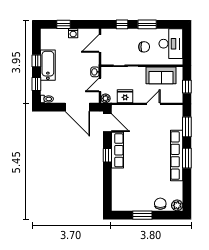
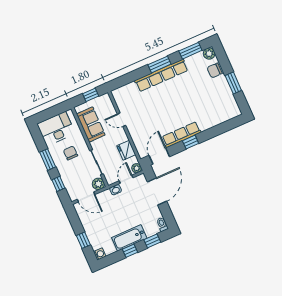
washing machine: (73, 33) -> (100, 254), moved
plant: (107, 59) -> (98, 184), added
door: (100, 85) -> (126, 179), swing flipped
window: (187, 127) -> (190, 51), moved

